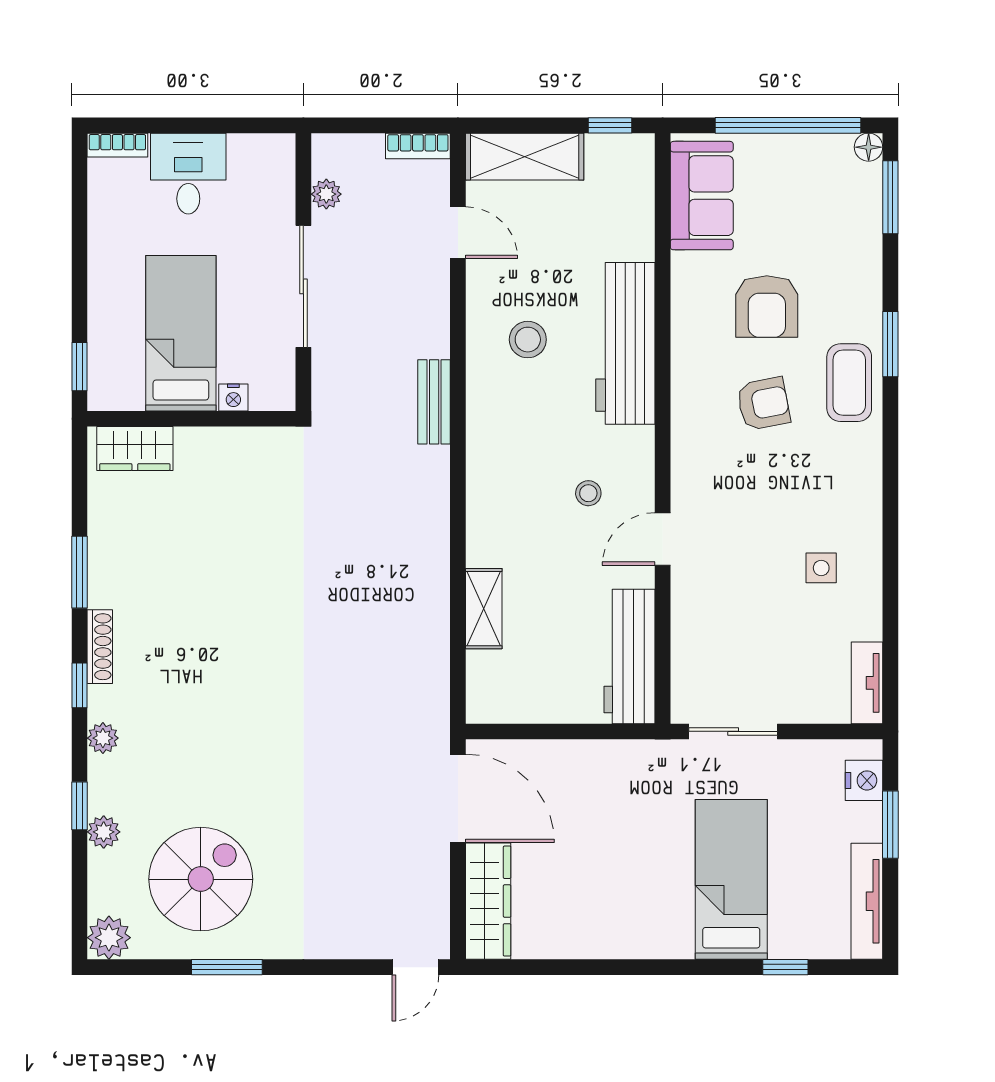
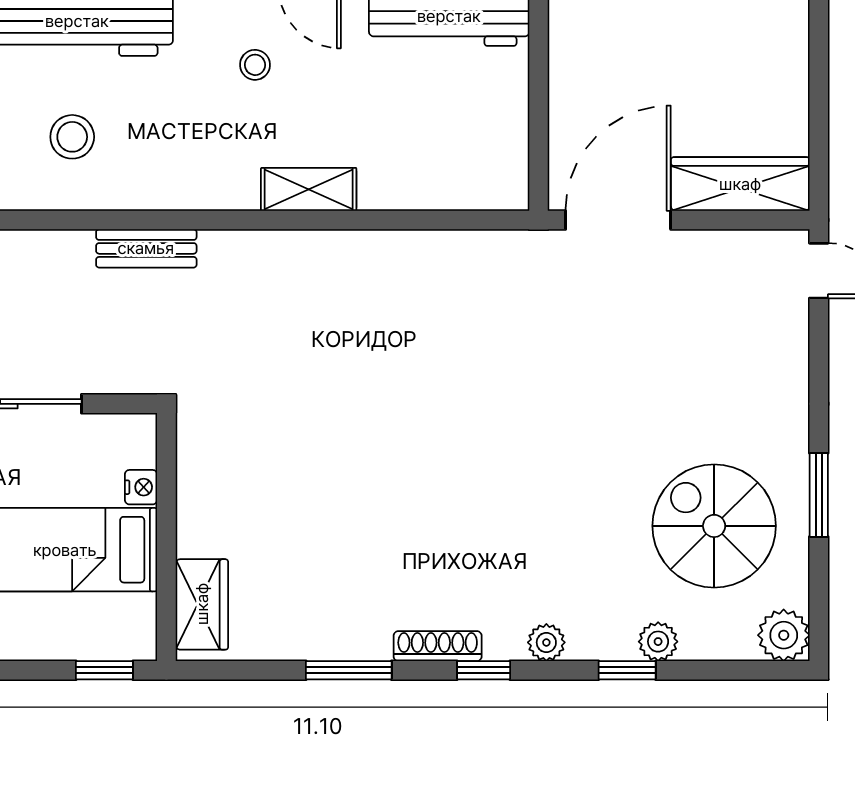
shelving: (484, 609) -> (309, 189), moved

